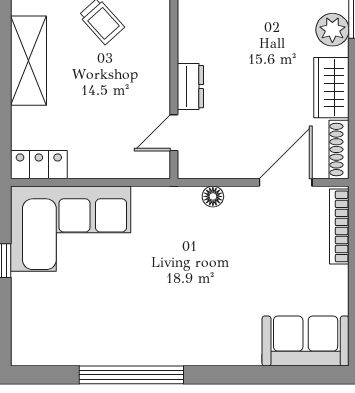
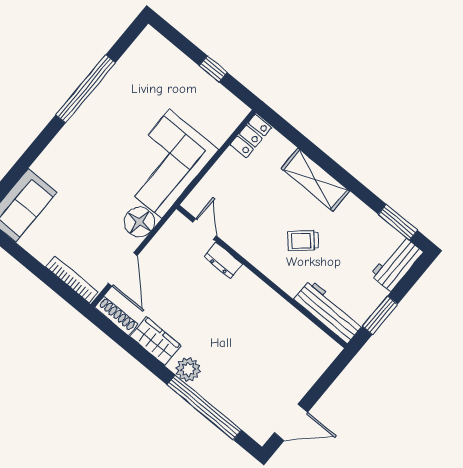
floor lamp: (213, 196) -> (139, 222), width x1.89, depth x1.89
corner sofa: (71, 229) -> (166, 164), moved

